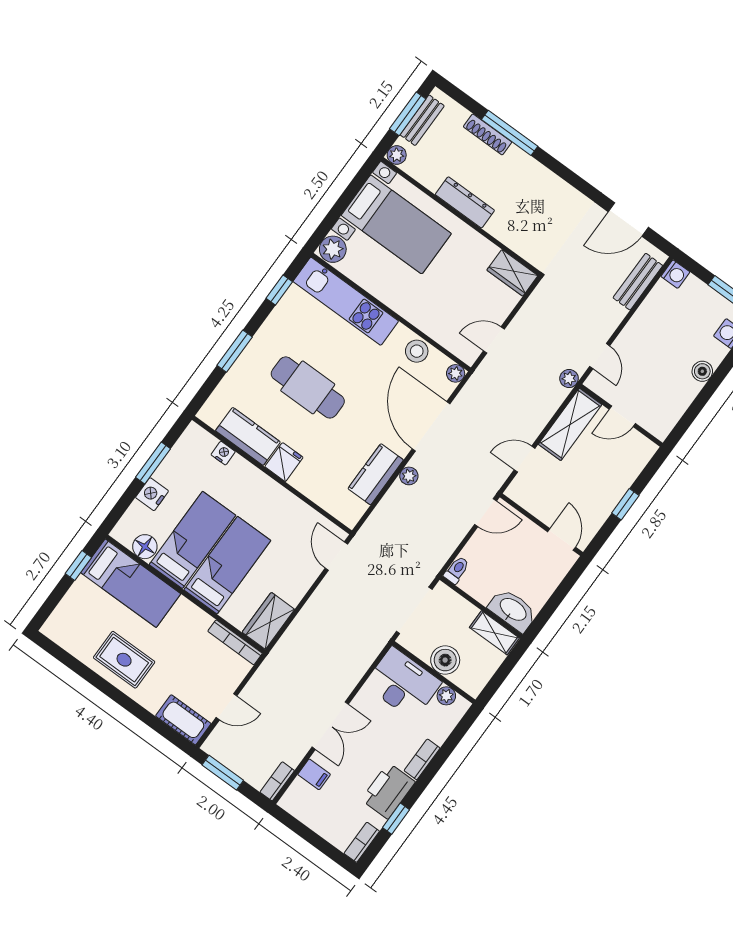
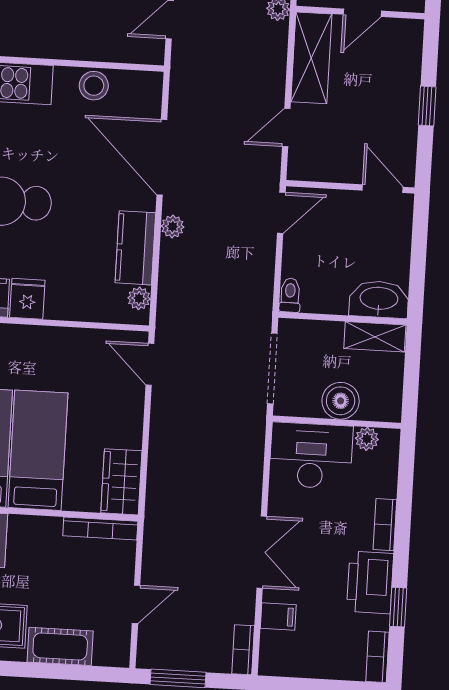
plant: (456, 373) -> (139, 298), moved
cot: (183, 720) -> (60, 646), moved

